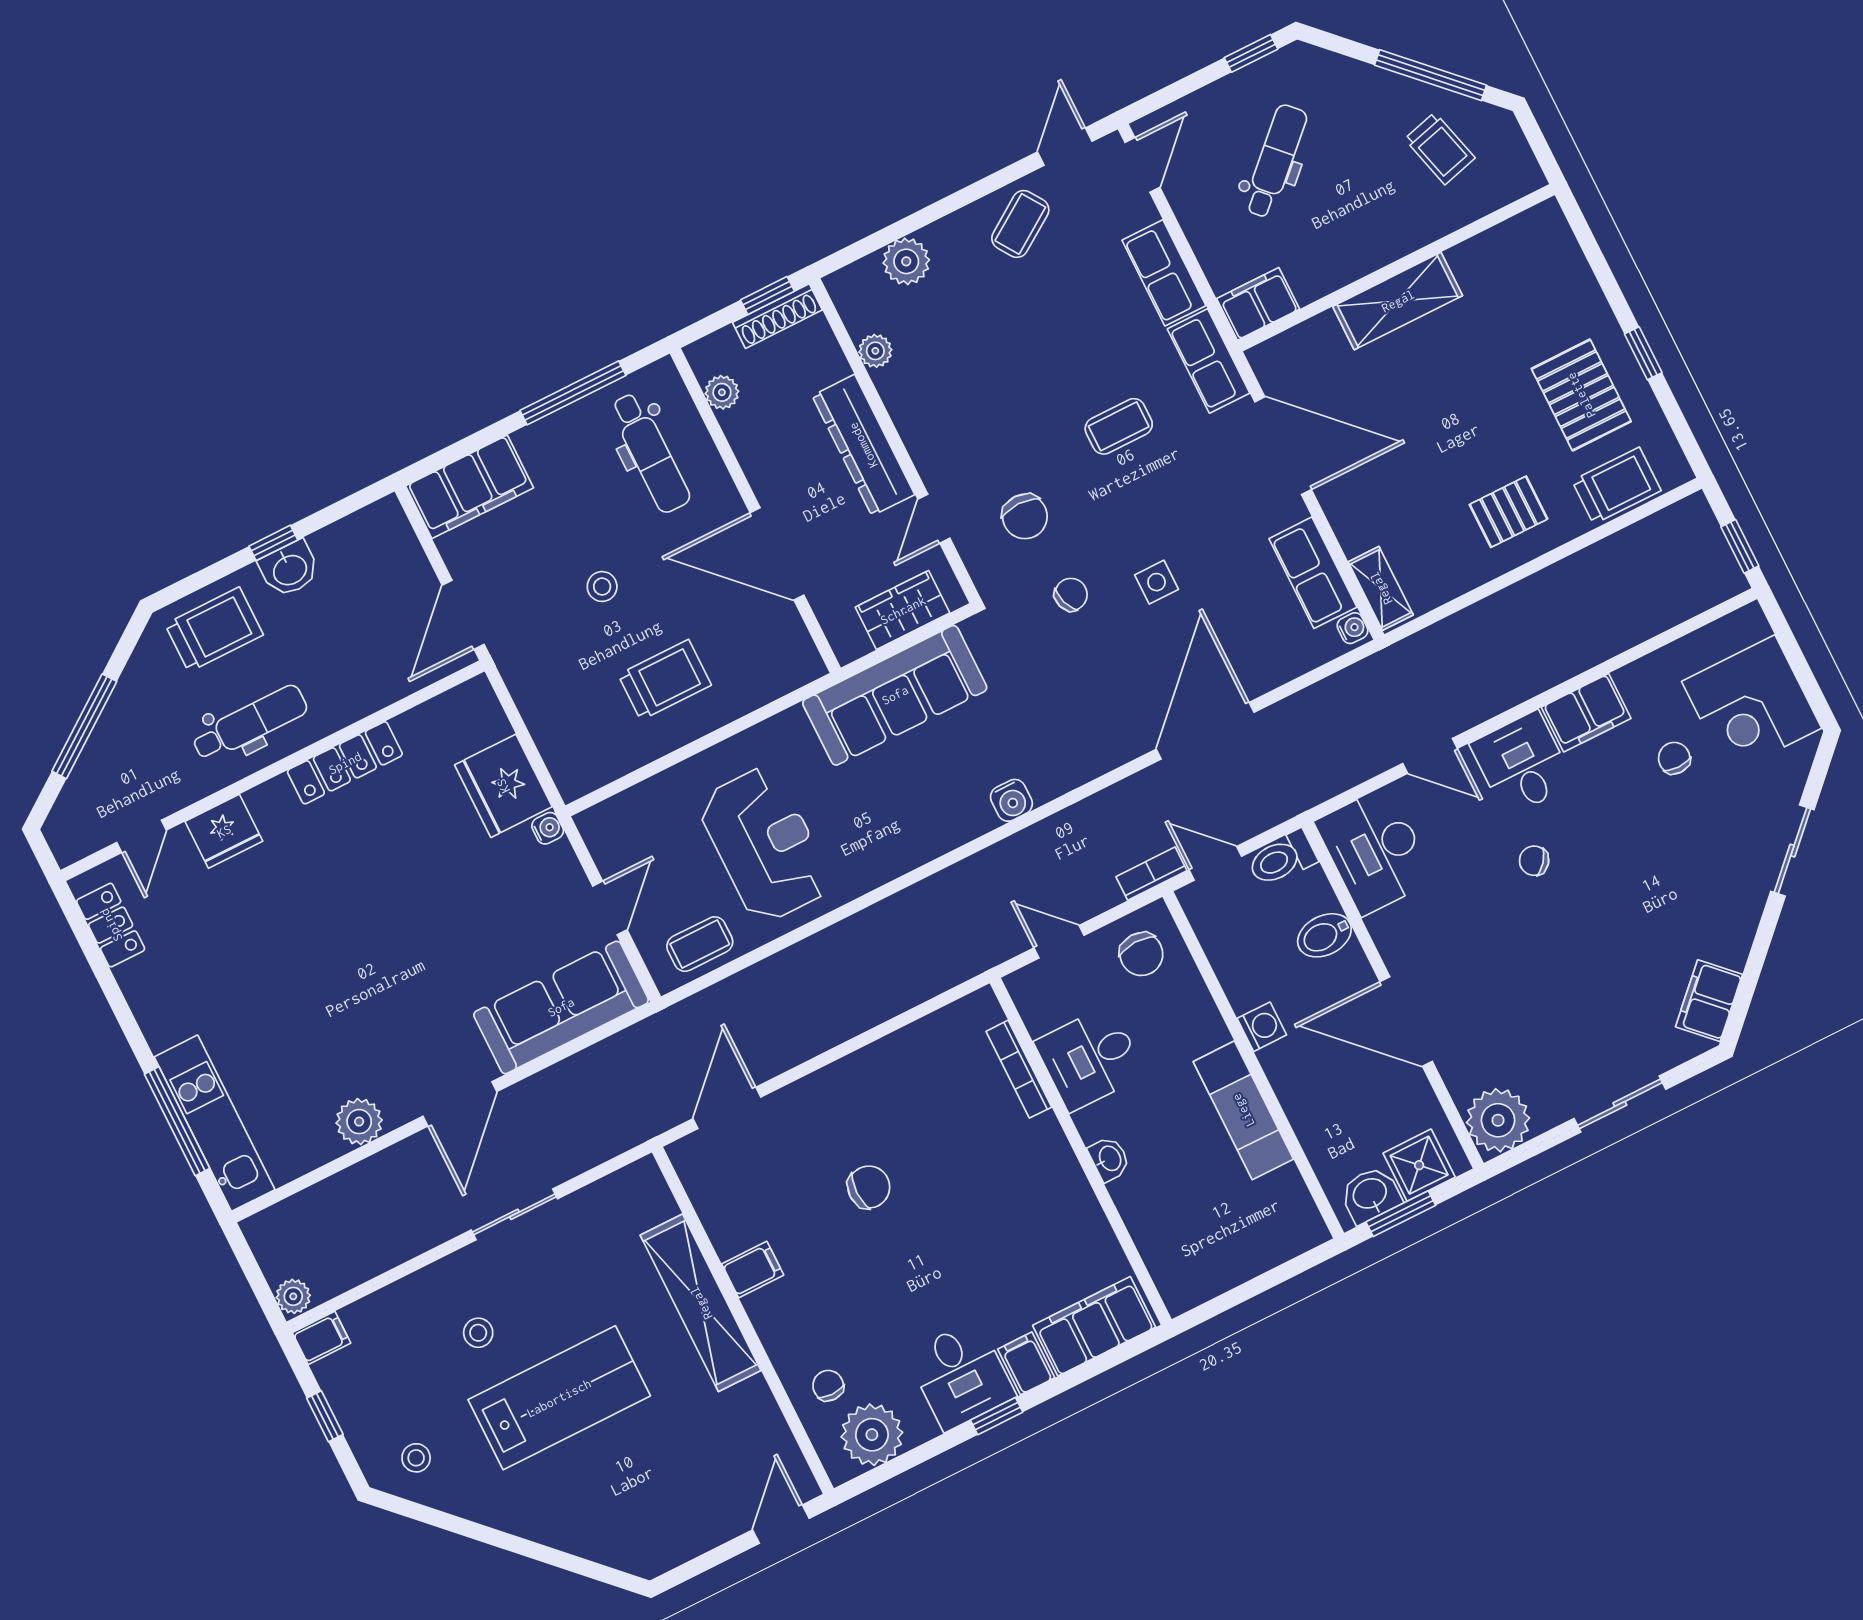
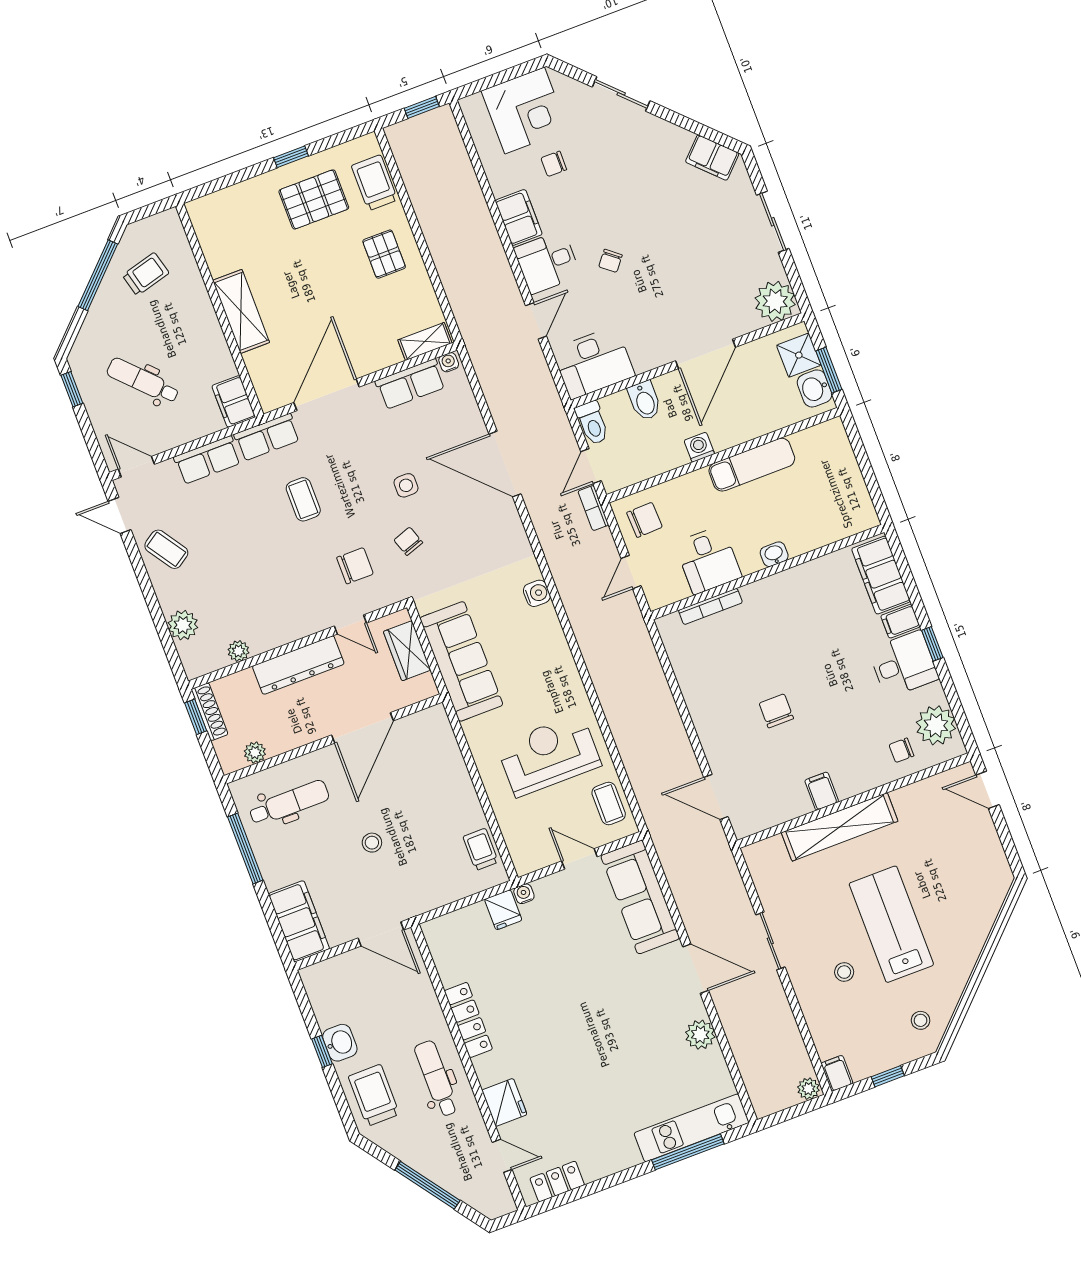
trolley: (665, 680) -> (481, 849), moved, width x0.73, depth x0.72
fridge: (503, 786) -> (503, 910), width x0.53, depth x0.75

